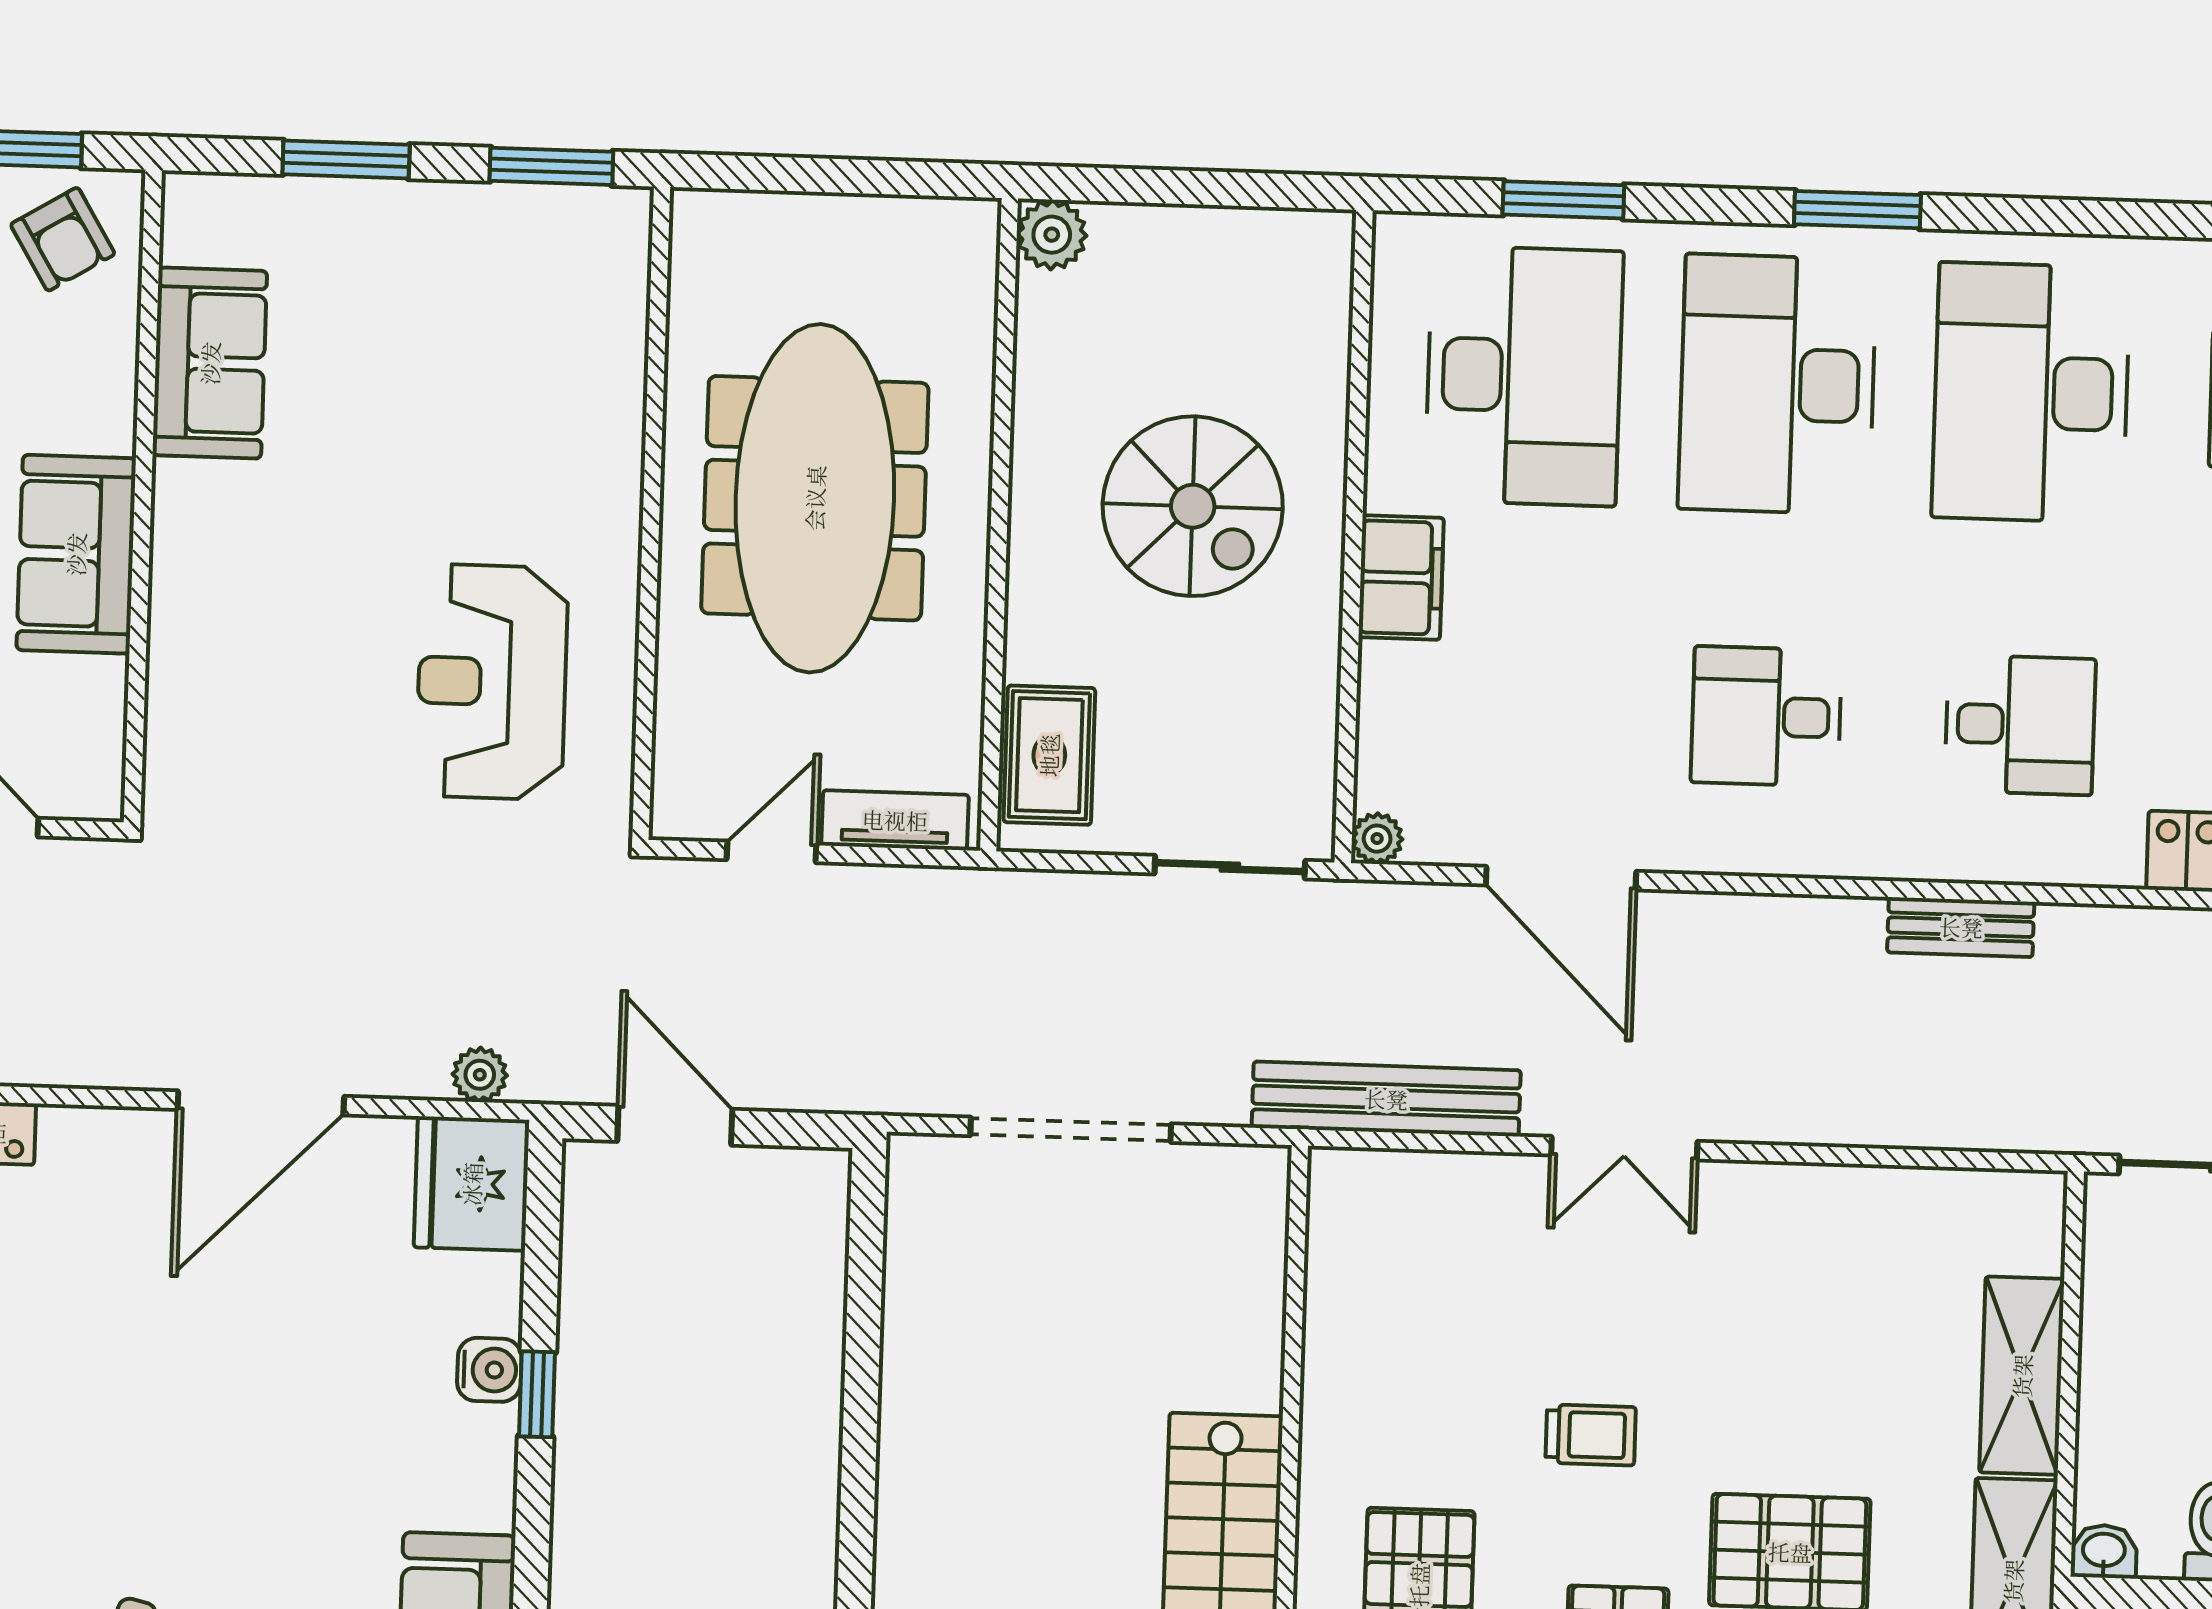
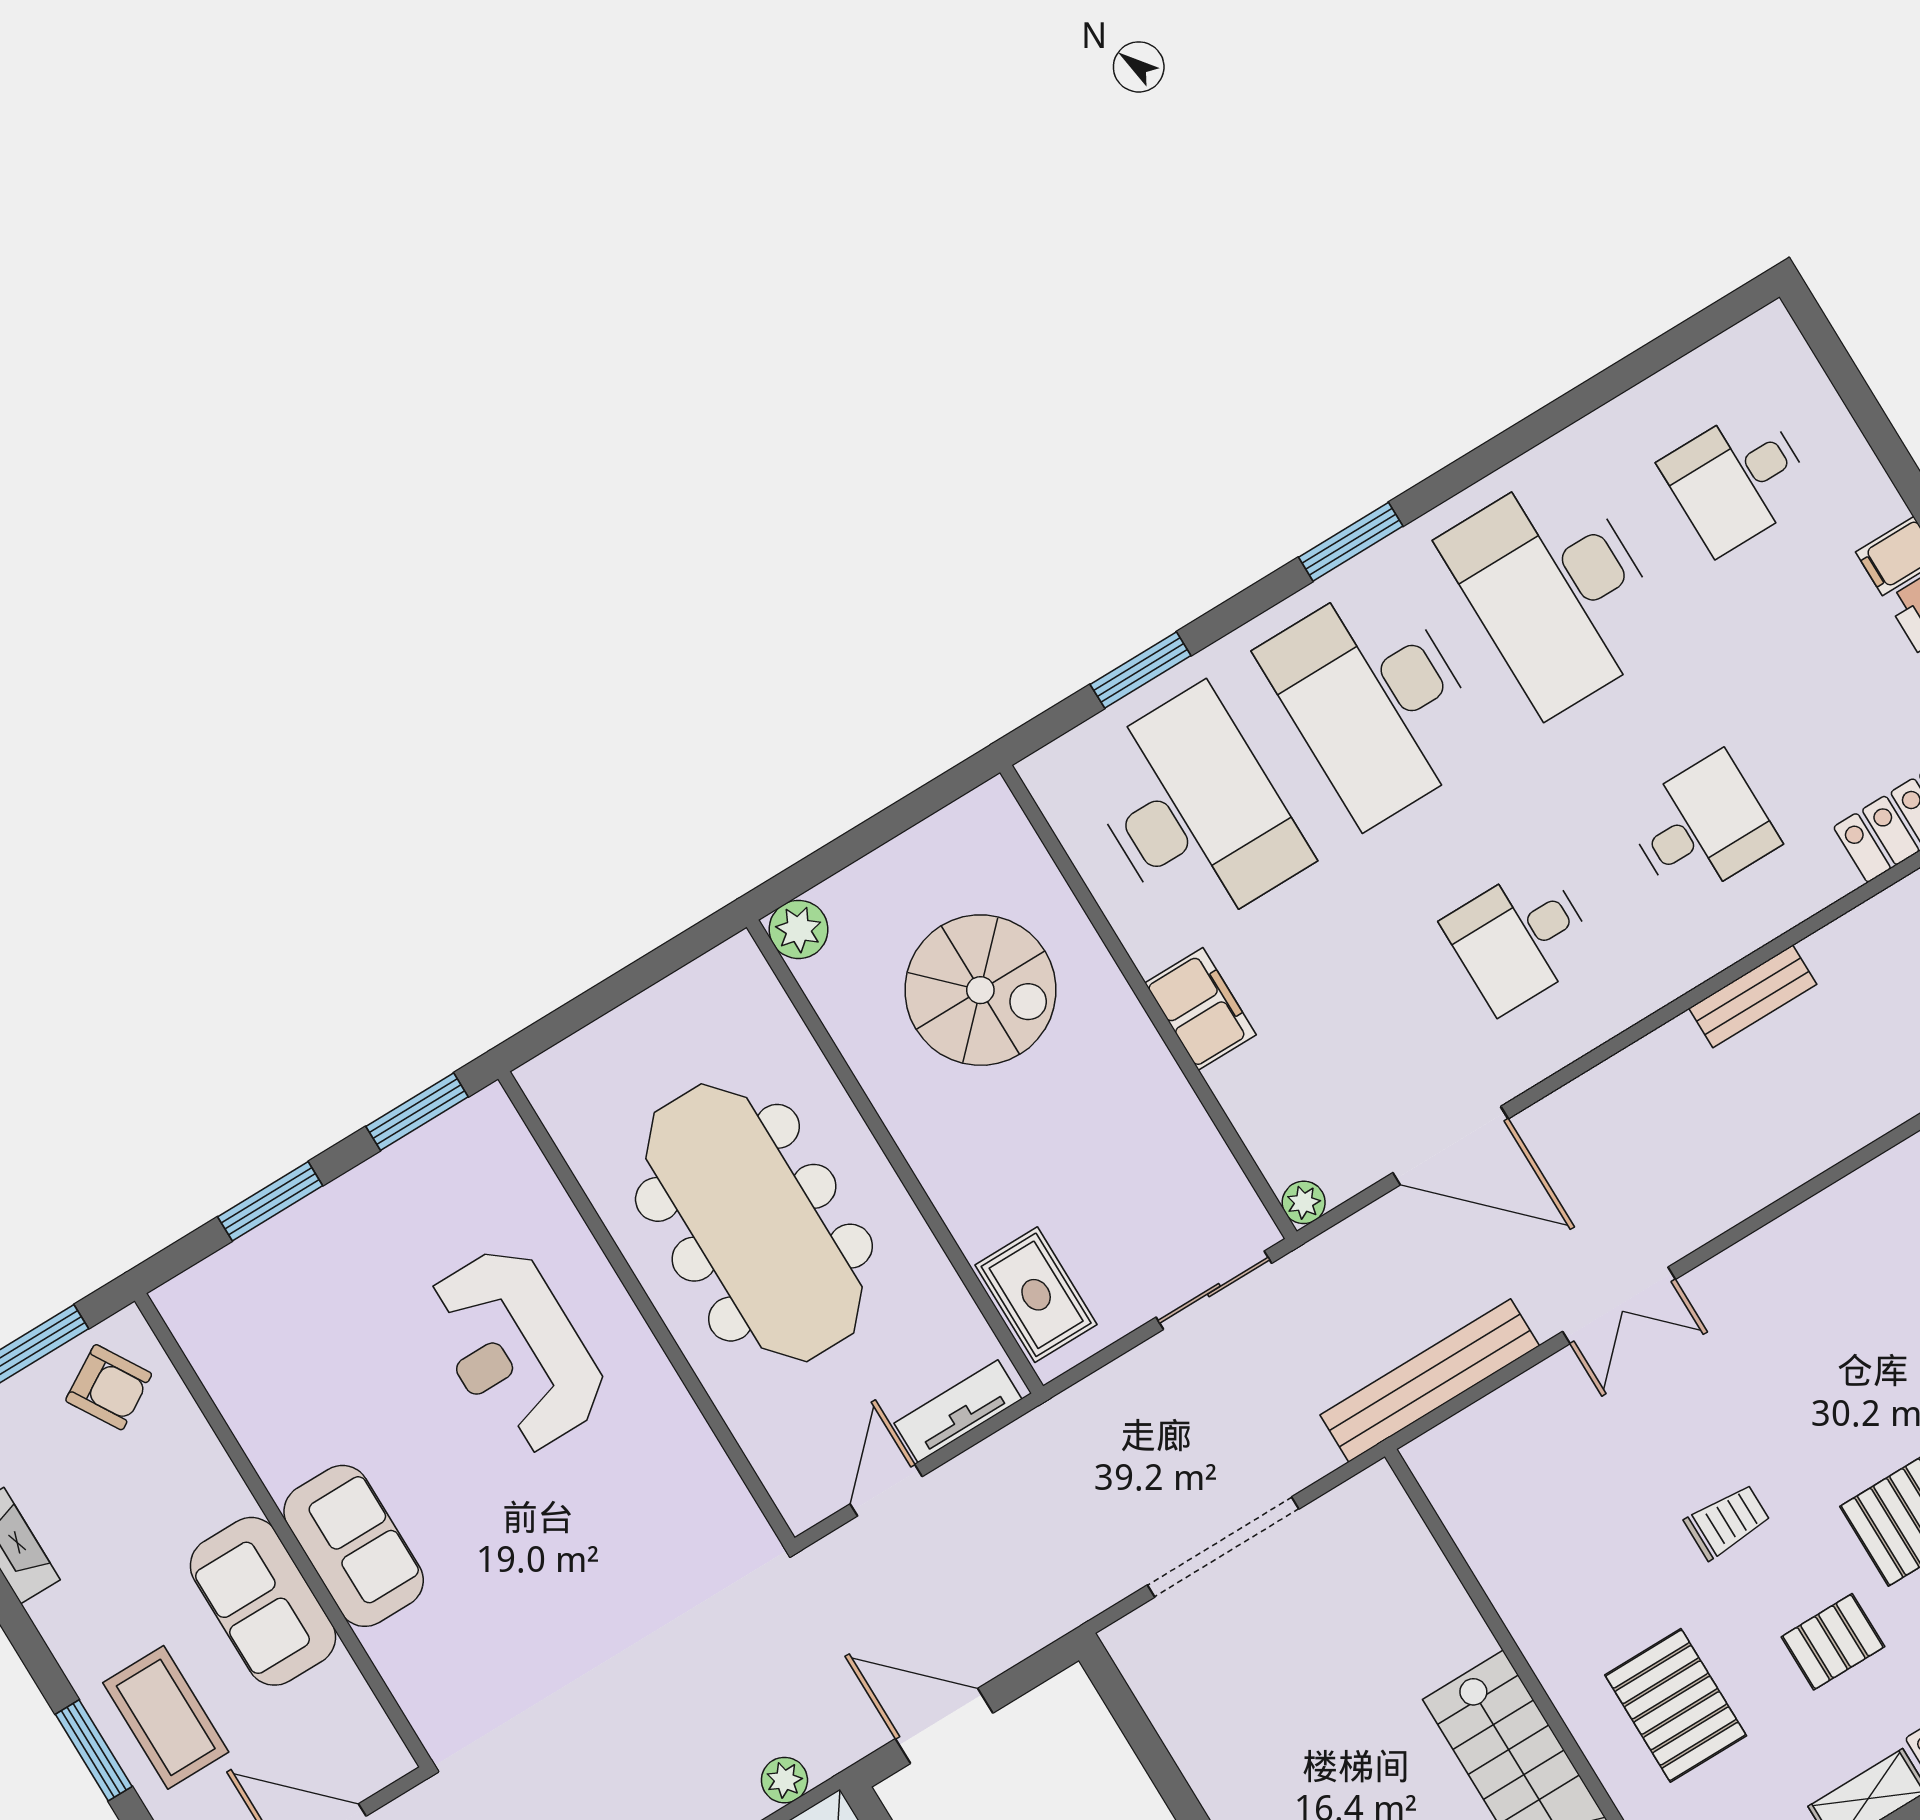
sofa: (210, 363) -> (354, 1546), moved
spiral stairs: (1193, 506) -> (980, 990), moved
reception desk: (492, 682) -> (515, 1350), moved

